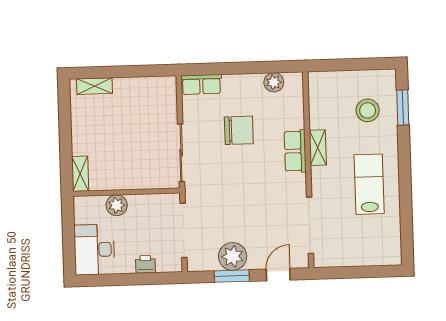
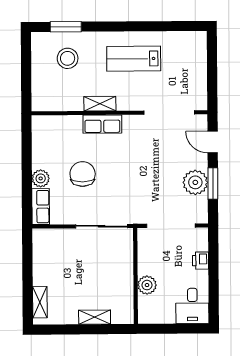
plant: (274, 82) -> (41, 178), moved
shelving: (80, 174) -> (95, 317), moved
desk: (94, 250) -> (192, 306), width x0.73

